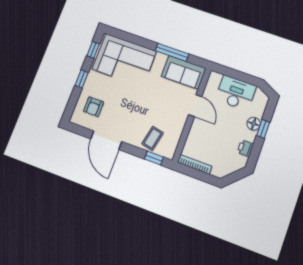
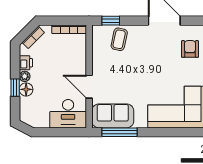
window: (172, 52) -> (120, 132), moved
desk: (236, 93) -> (68, 114), moved
plant: (251, 136) -> (25, 76), added
bookcase: (230, 169) -> (33, 37), added

